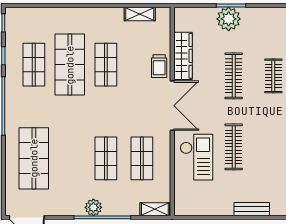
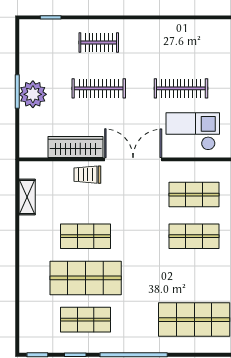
trolley: (159, 66) -> (87, 175), turned 180

